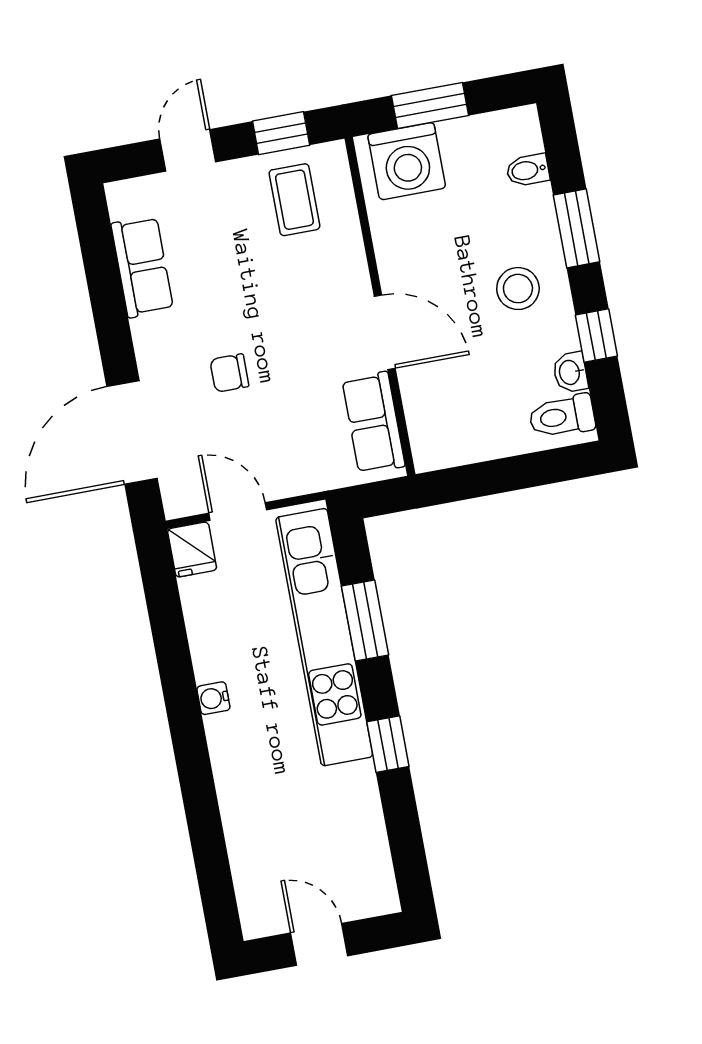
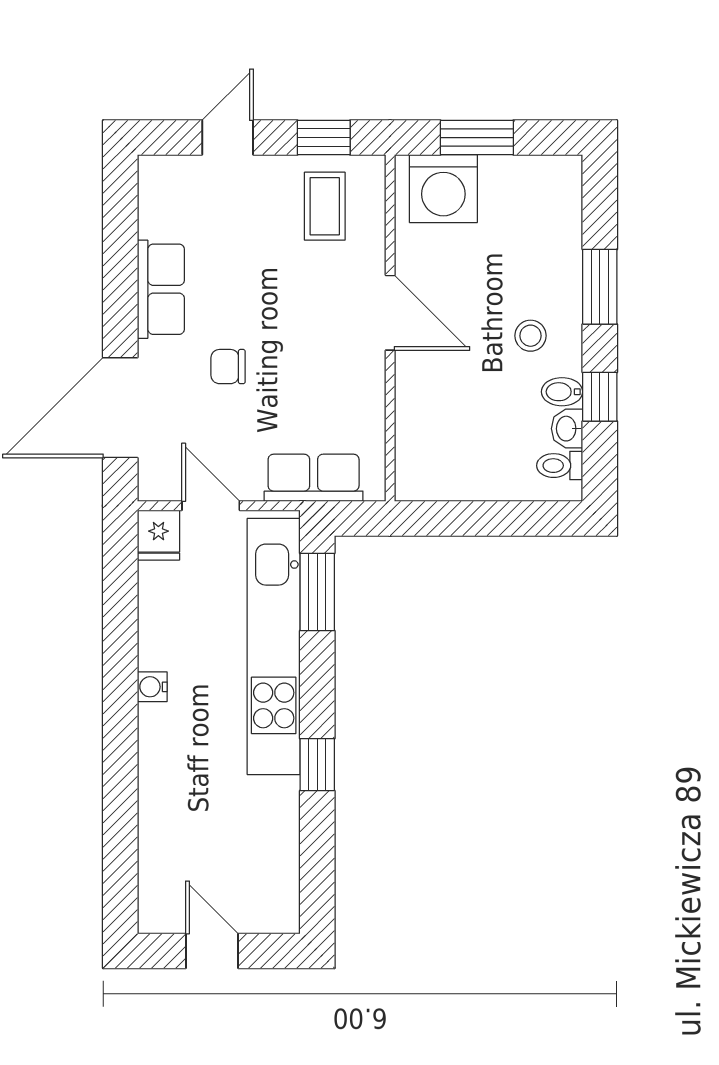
bidet: (528, 170) -> (562, 392), moved
row of seats: (142, 267) -> (161, 289), moved
stool: (518, 289) -> (531, 336), width x0.73, depth x0.73
door: (385, 332) -> (390, 313), moved
toilet: (562, 416) -> (560, 466), width x0.73, depth x0.72
row of seats: (373, 423) -> (314, 478), moved, turned 90
window: (365, 620) -> (317, 592), moved

